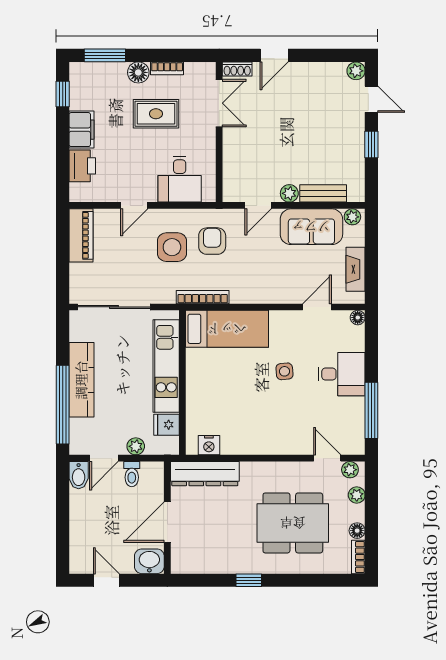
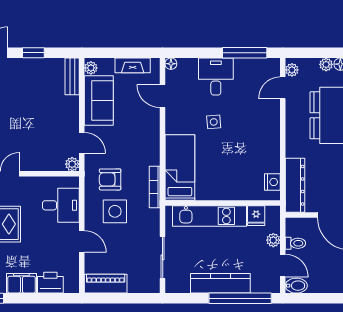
plant: (289, 193) -> (72, 164), moved
bench: (323, 193) -> (72, 76), moved
sliding door: (114, 307) -> (163, 257), width x0.73
plant: (357, 495) -> (326, 64), moved

